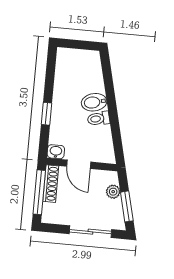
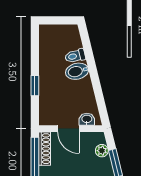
toilet: (99, 119) -> (75, 56), moved
washbasin: (56, 152) -> (87, 119), moved

